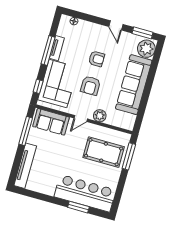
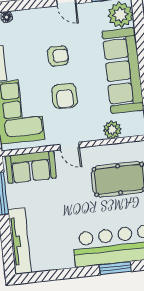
plant: (100, 116) -> (112, 130), moved
door: (81, 119) -> (70, 146), hinge flipped

